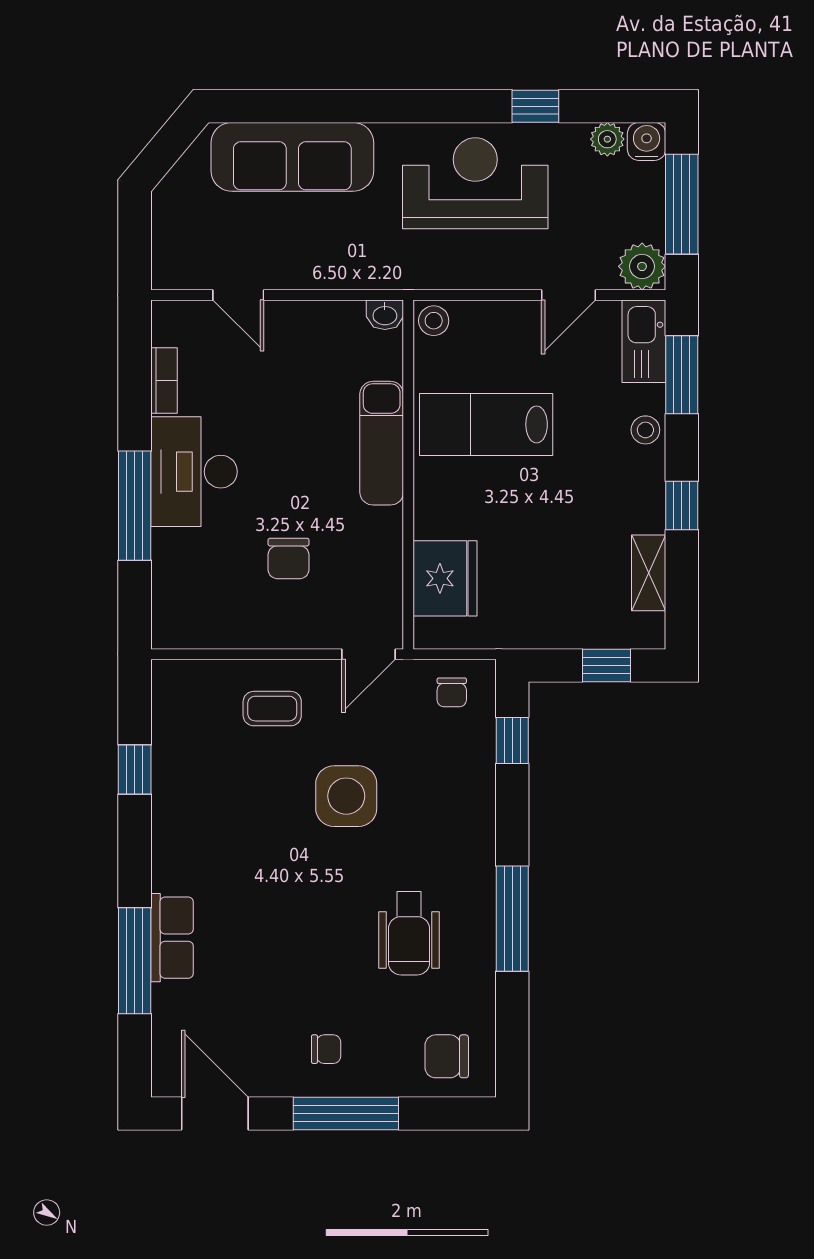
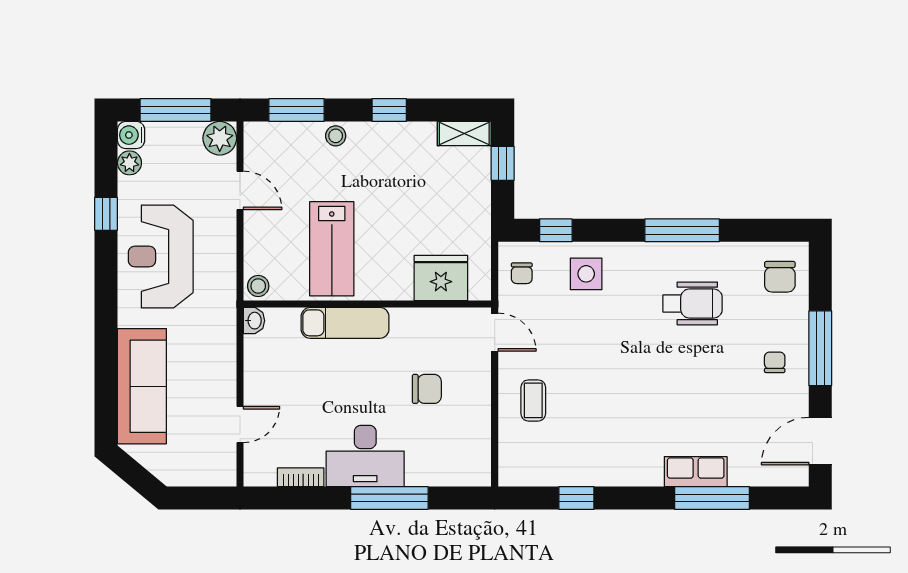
kitchen sink: (644, 341) -> (273, 137), removed
shelving: (649, 573) -> (464, 134), moved
chair: (452, 692) -> (522, 273), turned 90
side table: (346, 796) -> (586, 274), moved, width x0.73, depth x0.73

